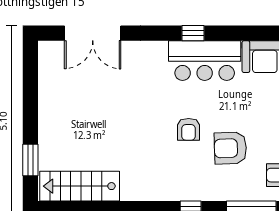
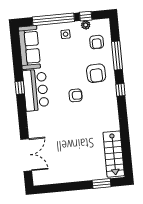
window: (193, 33) -> (20, 88), moved
armchair: (230, 148) -> (96, 73), moved

